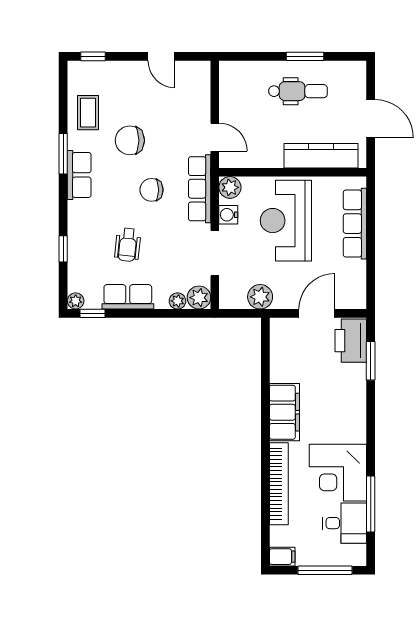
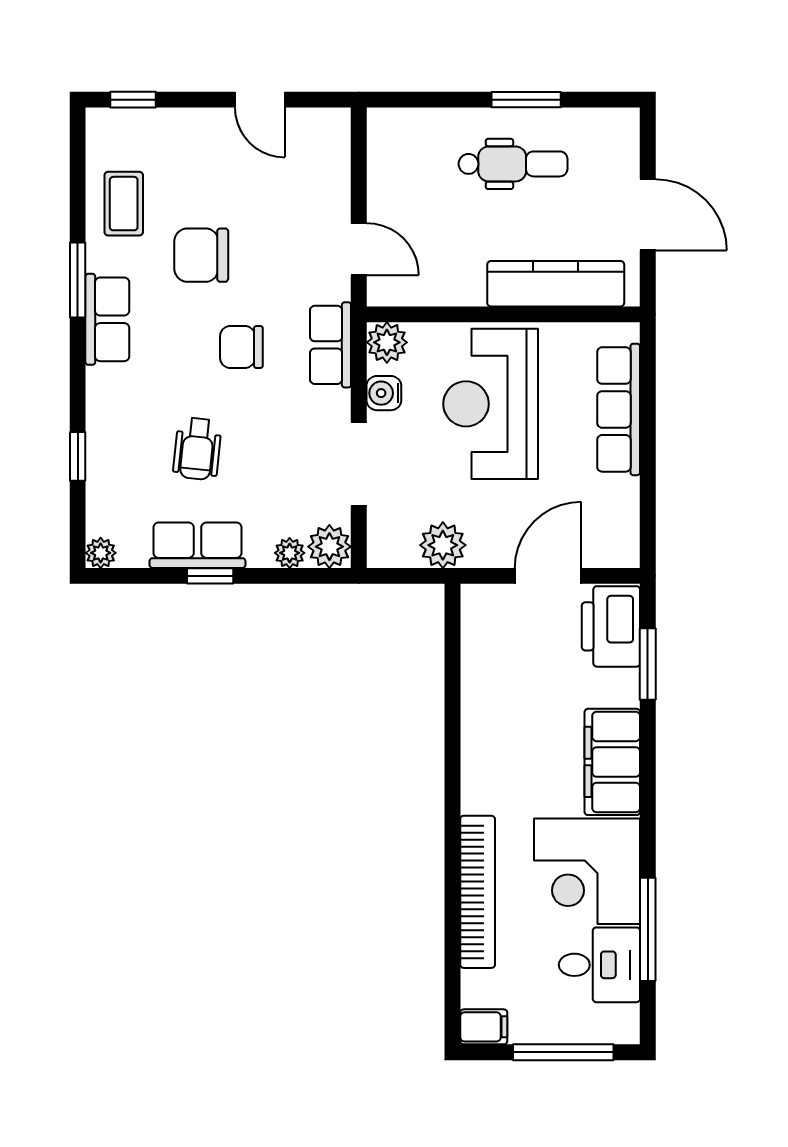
row of seats: (200, 189) -> (331, 345), width x0.68
window: (93, 313) -> (210, 576), moved
filing cabinet: (284, 412) -> (612, 762), moved, turned 180

